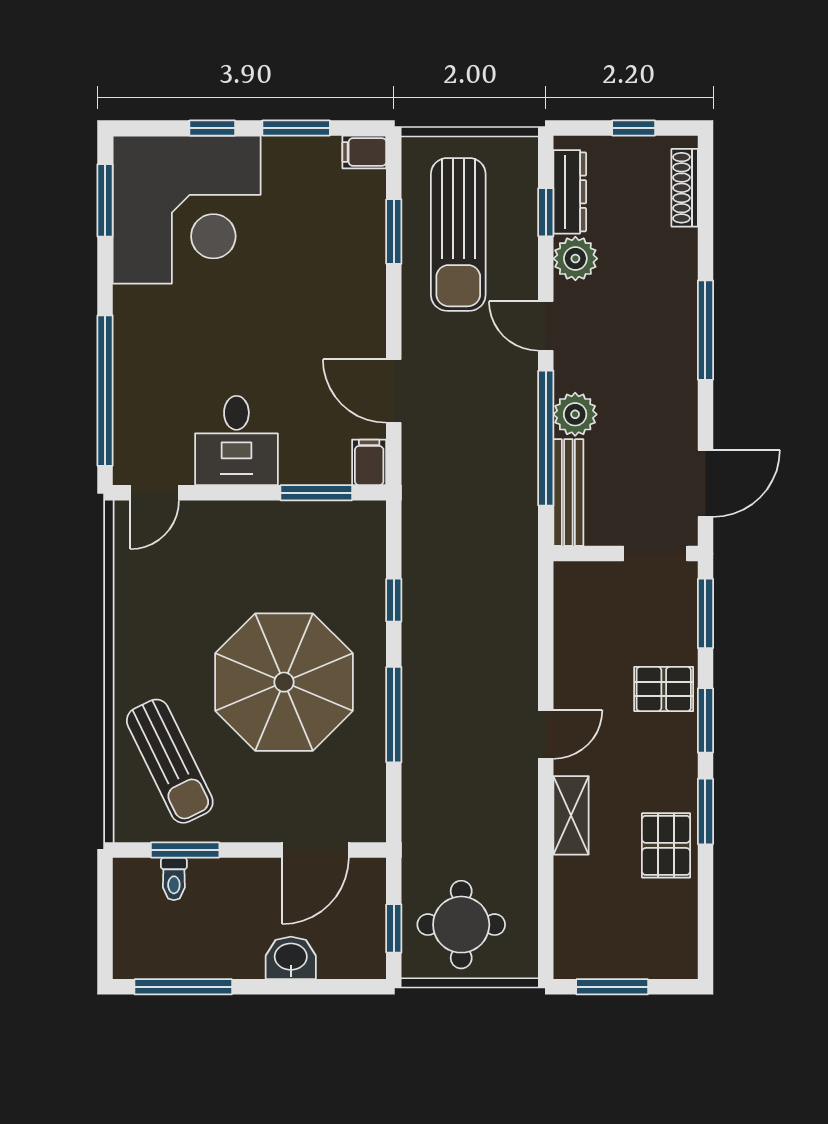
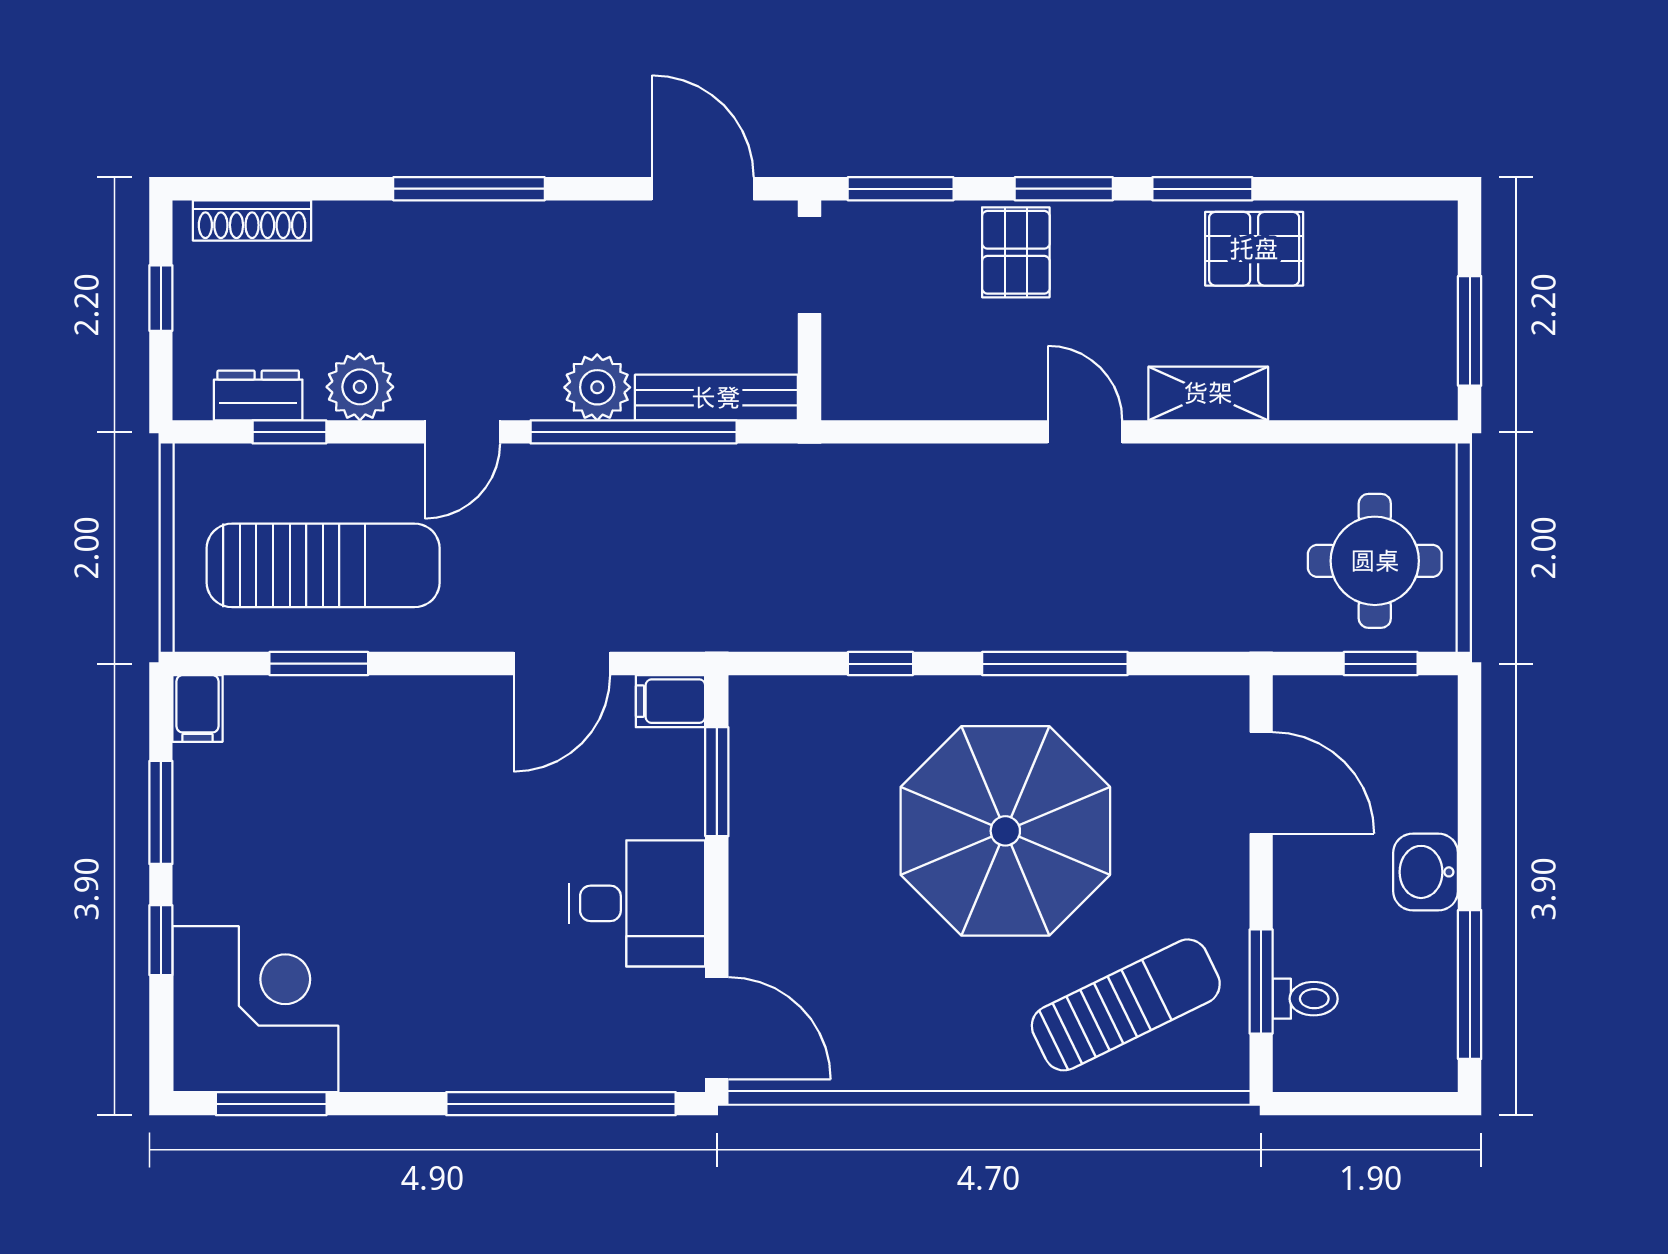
dresser: (570, 192) -> (258, 395), width x0.70
corner desk: (187, 210) -> (255, 1009), width x0.74, depth x0.74
door: (155, 493) -> (717, 1028), width x1.38
washbasin: (291, 958) -> (1426, 872), moved

